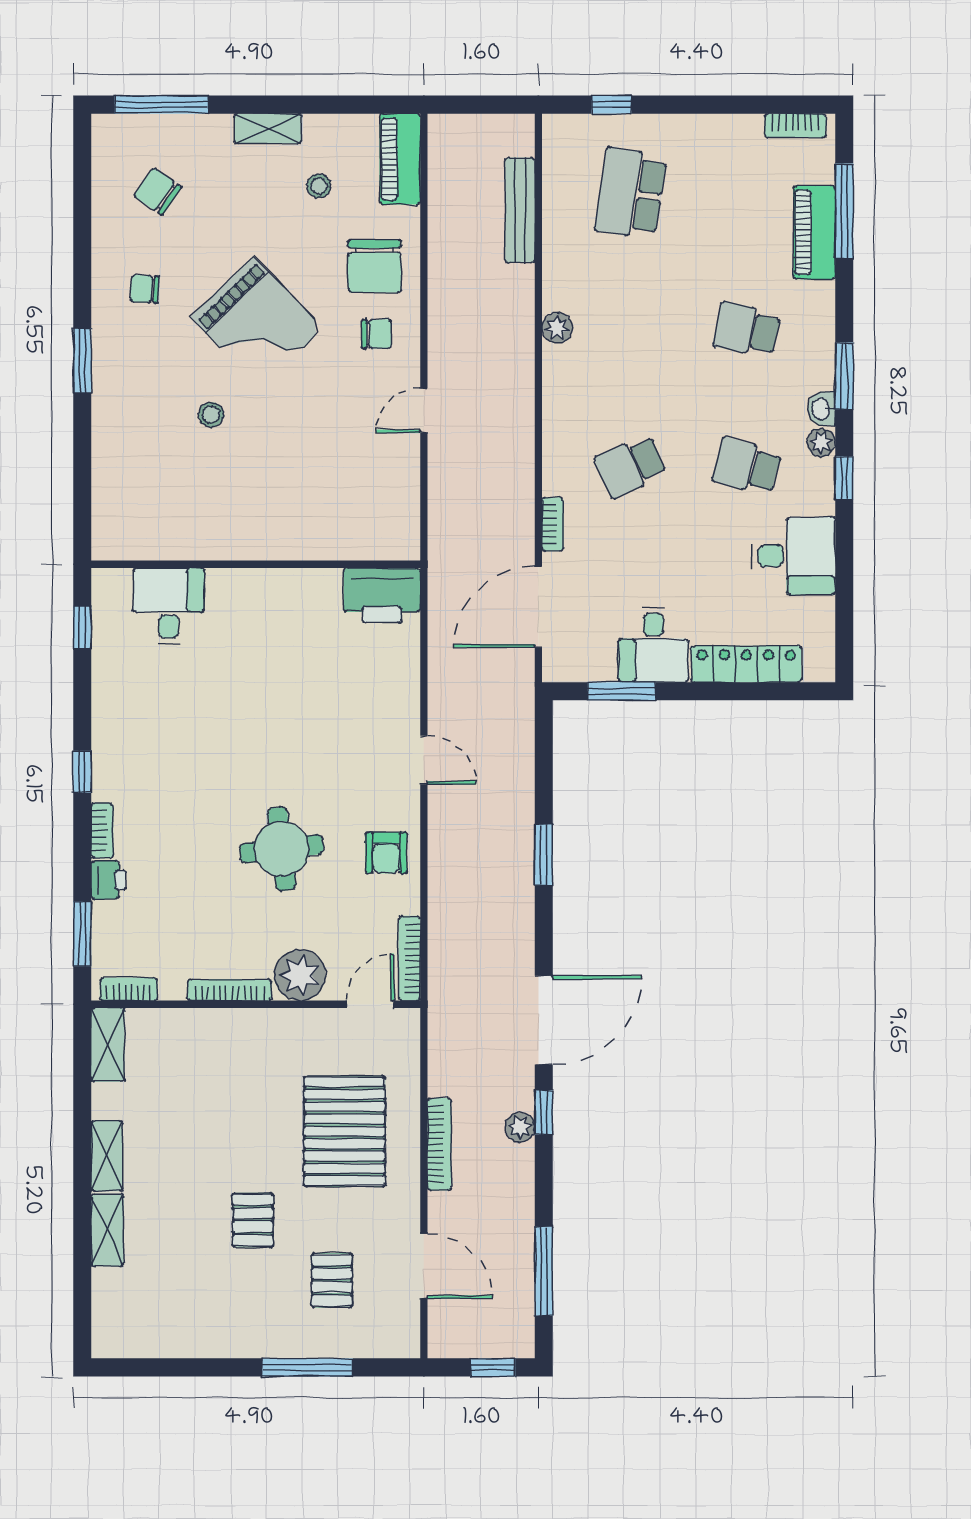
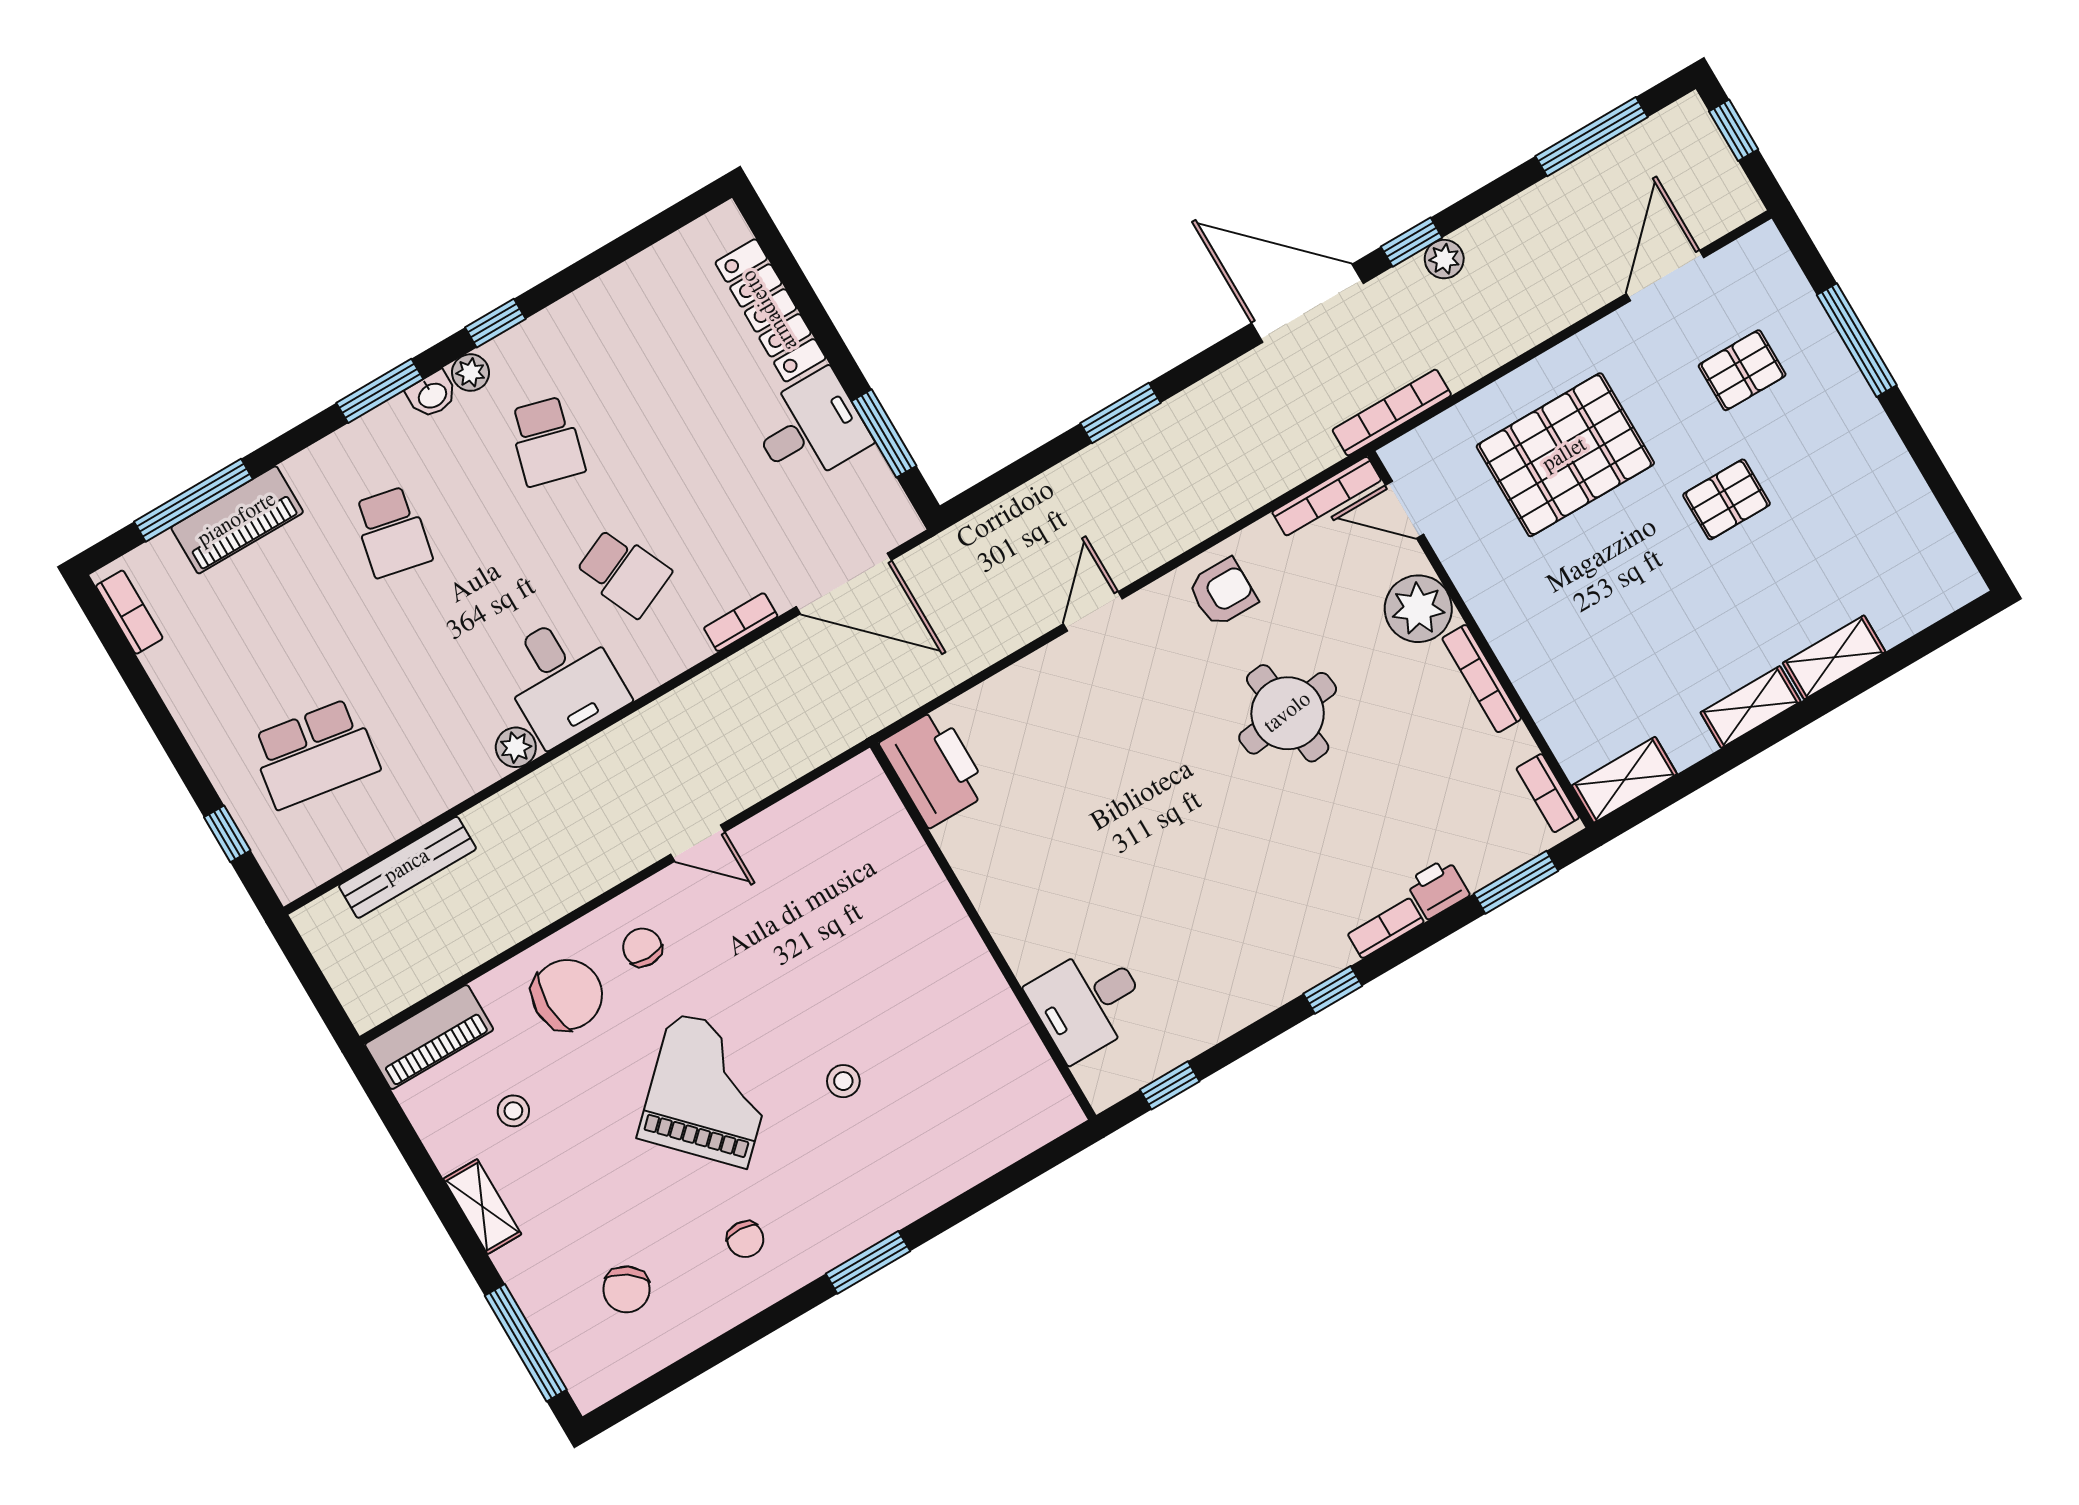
desk: (793, 556) -> (562, 679), moved, turned 180
bookcase: (439, 1144) -> (1392, 413), moved

